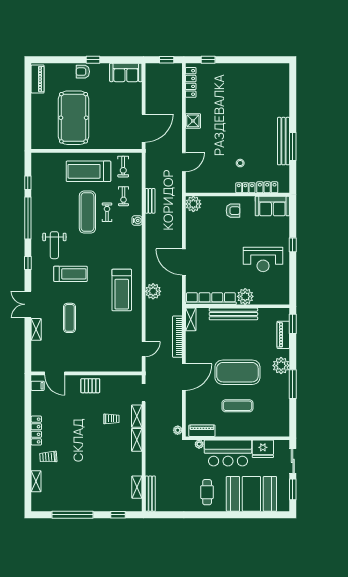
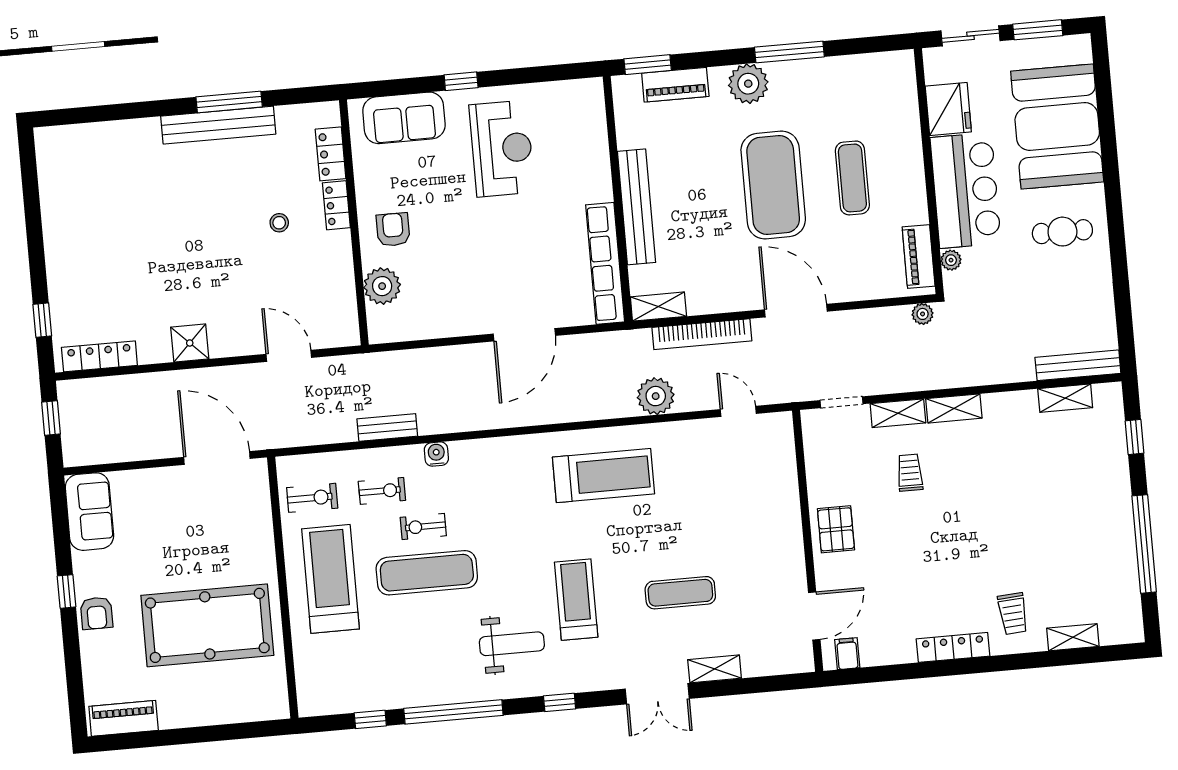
treadmill: (88, 171) -> (330, 579), turned 180
plant: (193, 204) -> (382, 286), moved
sofa: (272, 206) -> (404, 118), moved, turned 90
plant: (153, 291) -> (656, 396), moved
plant: (245, 296) -> (593, 183), removed

